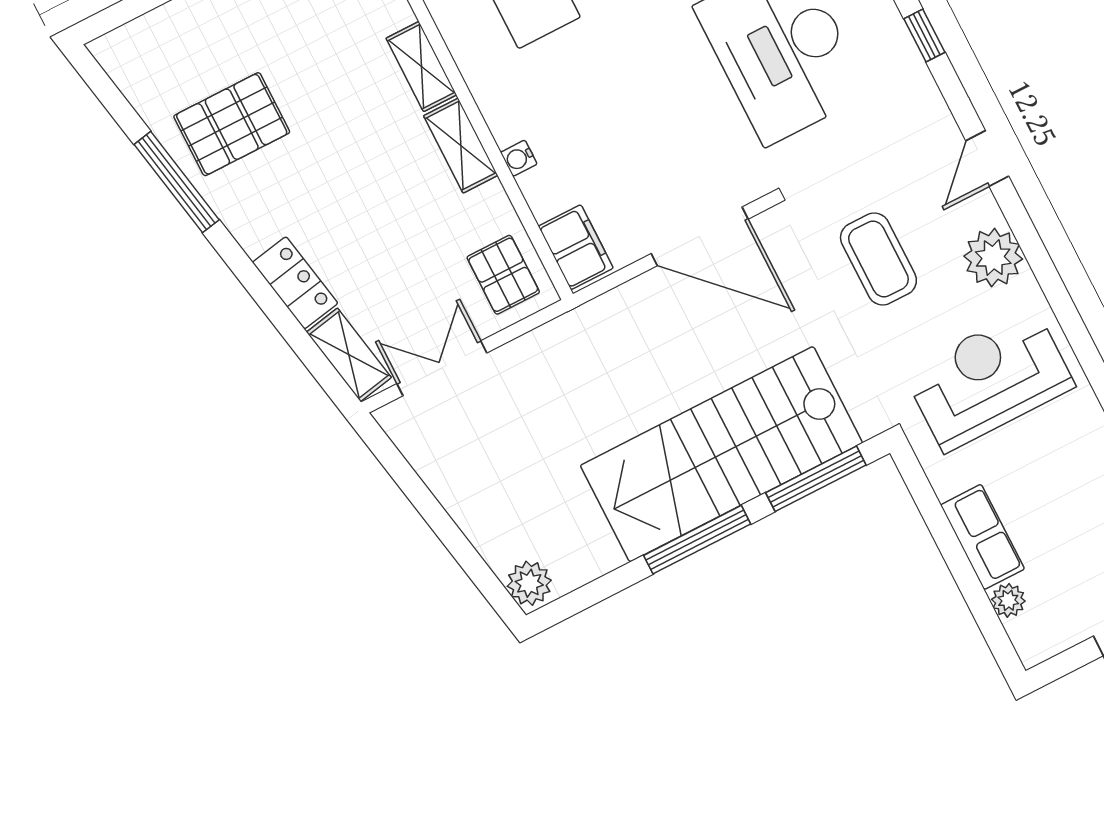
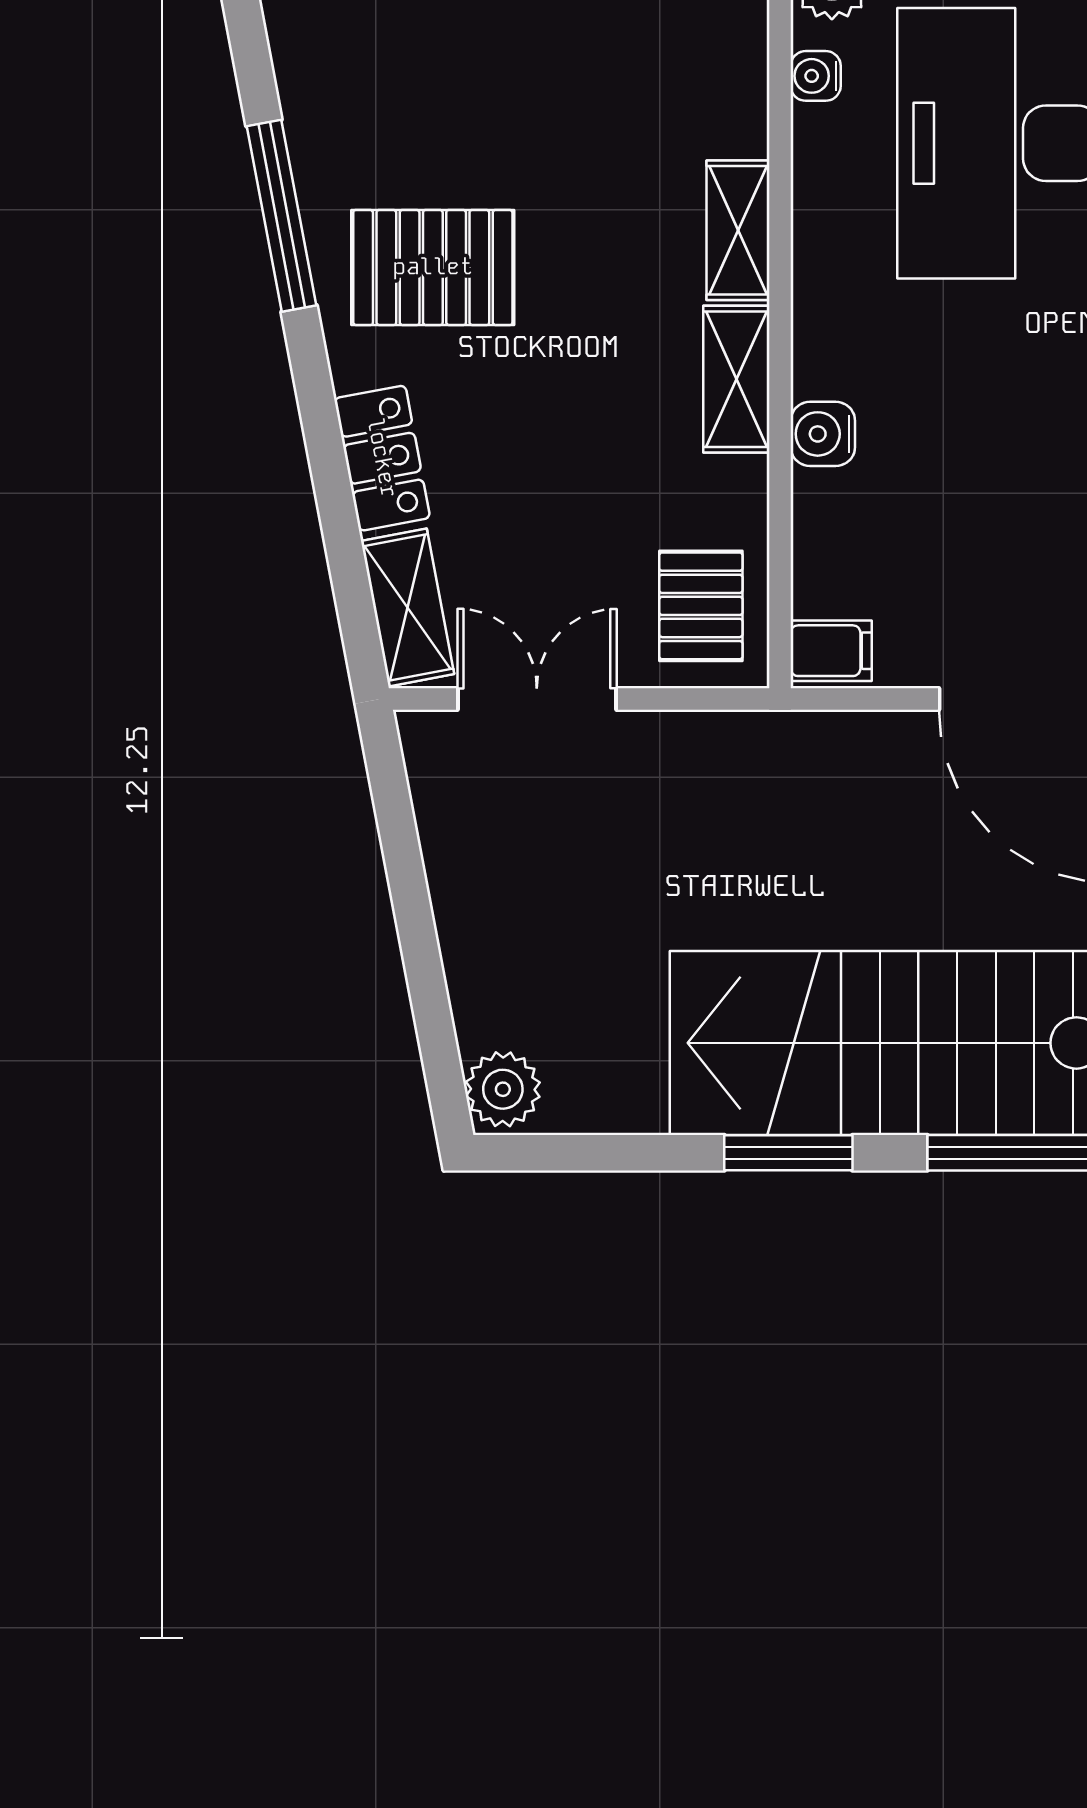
pallet: (232, 124) -> (433, 267), moved
water cooler: (519, 158) -> (823, 434), width x1.38, depth x1.38
filing cabinet: (576, 247) -> (831, 651), width x0.50
window: (697, 540) -> (788, 1153), width x0.69

